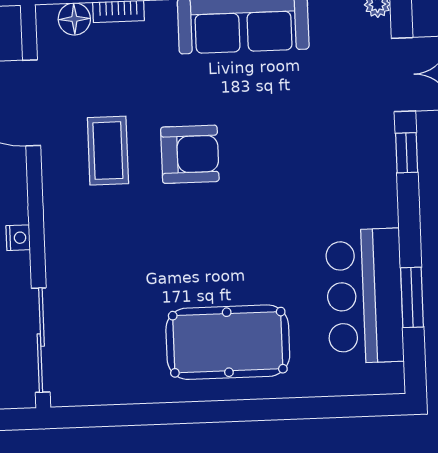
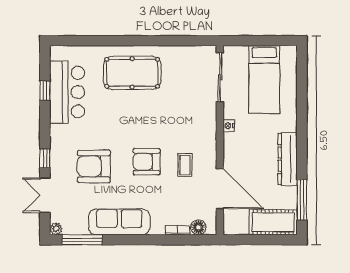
armchair: (302, 140) -> (94, 166), added
coffee table: (108, 151) -> (185, 165), width x0.73, depth x0.77
window: (412, 297) -> (45, 91), width x0.67

